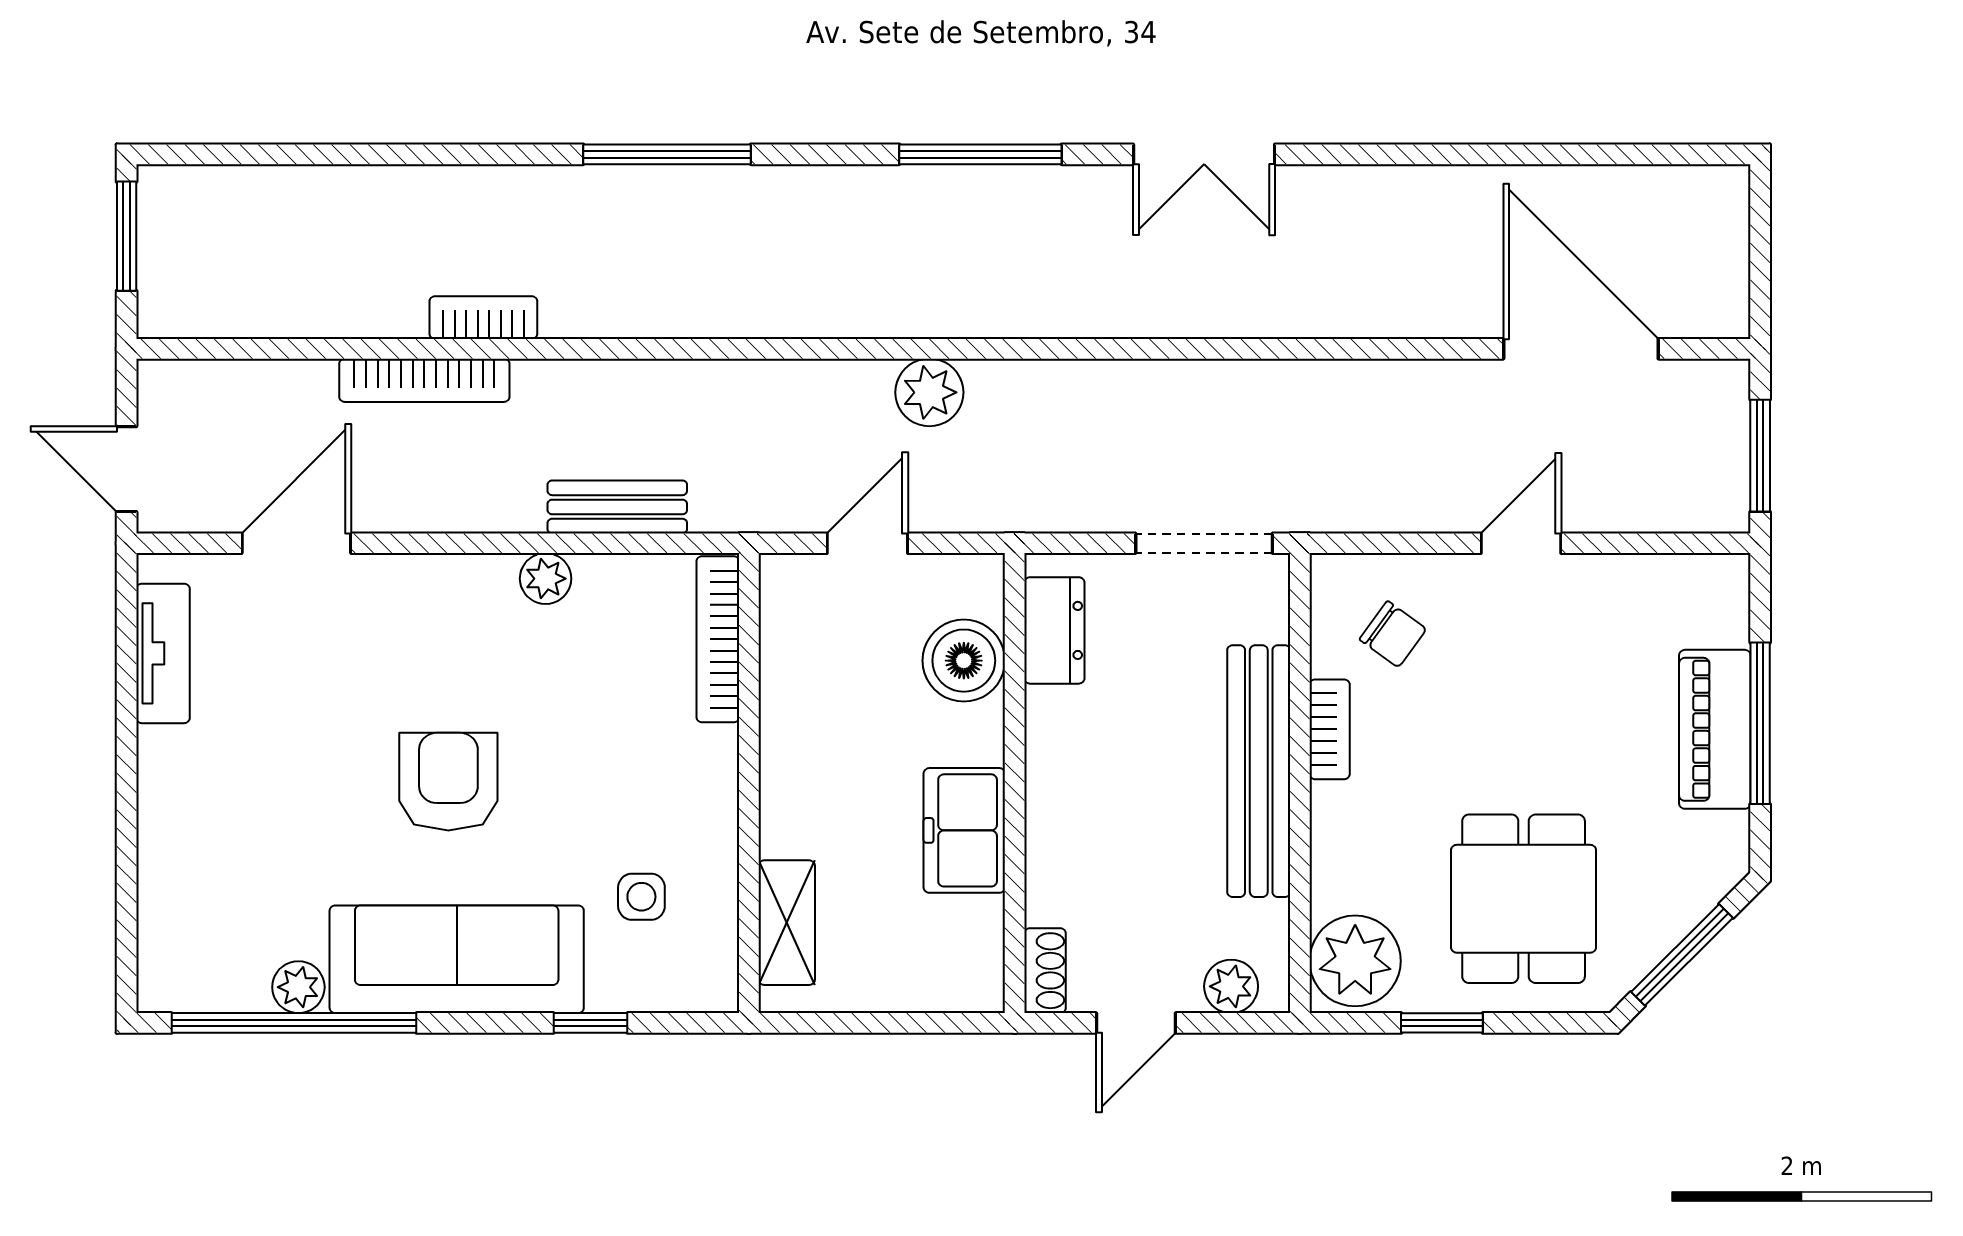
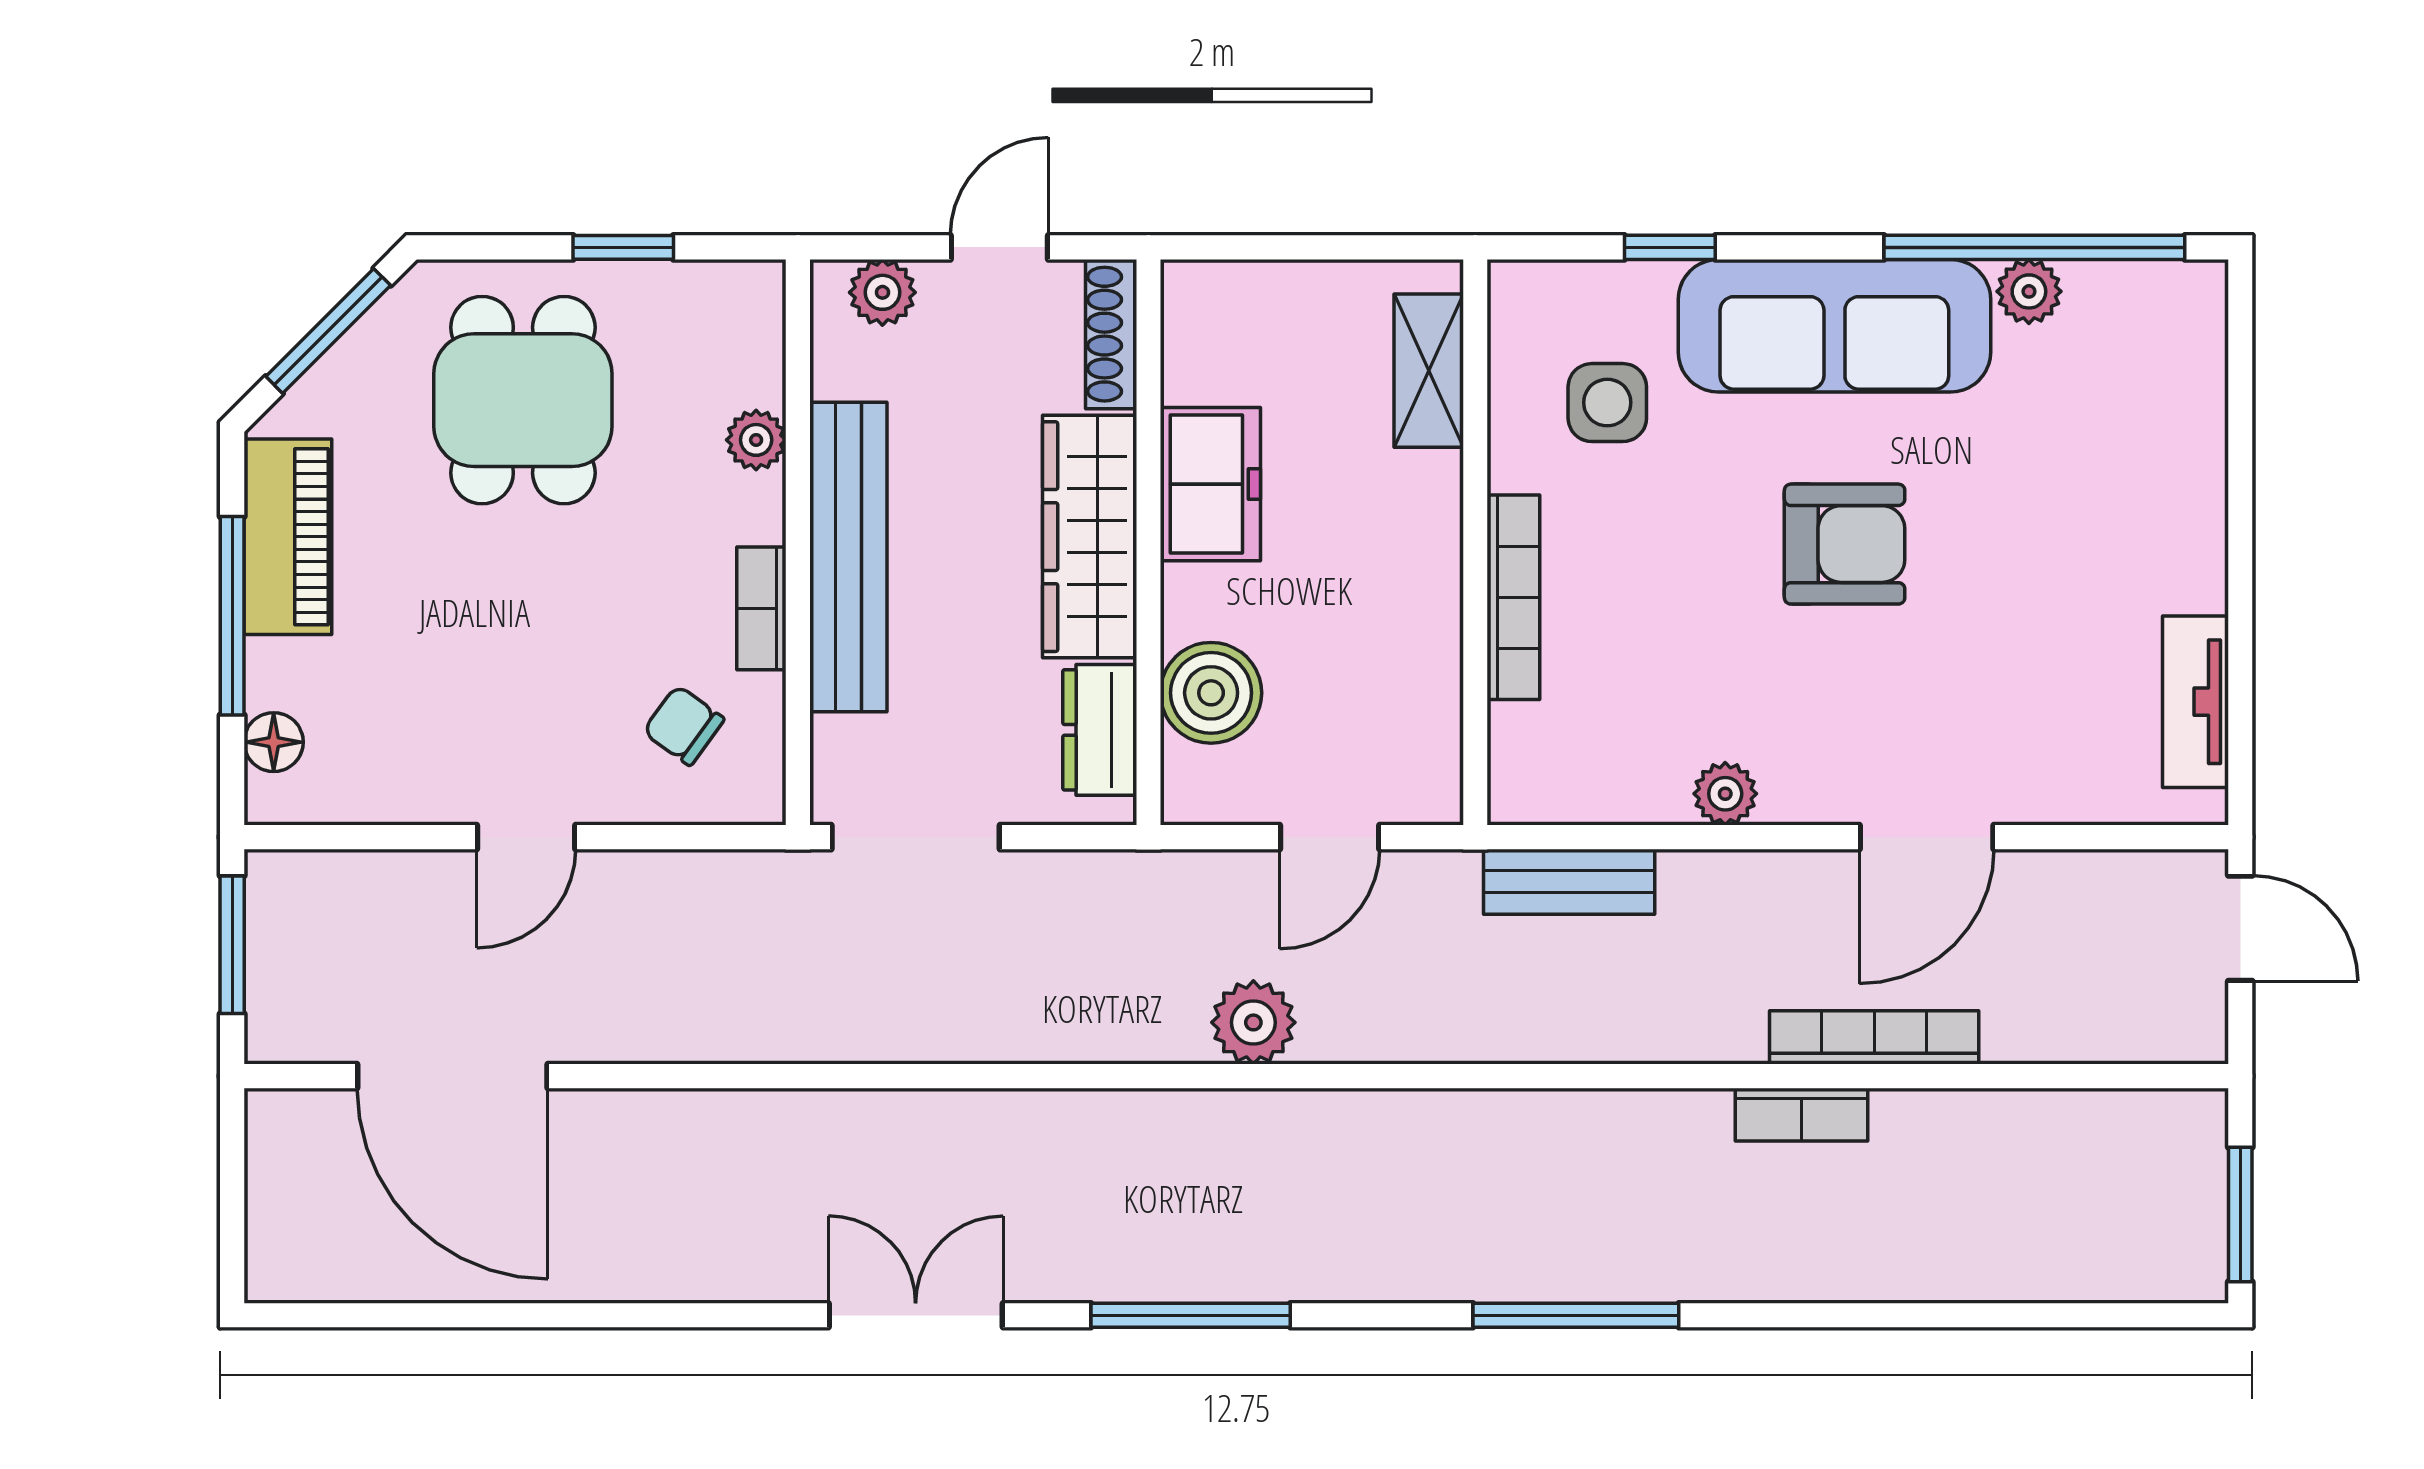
bench: (617, 507) -> (1569, 882), moved
door: (296, 543) -> (1927, 837), moved
floor lamp: (1726, 621) -> (274, 742), added
bookcase: (718, 639) -> (1513, 597), moved
piano: (1715, 729) -> (288, 537), moved
armchair: (448, 782) -> (1845, 544), turned -90
wardrobe: (1063, 788) -> (1090, 537), added
side table: (641, 897) -> (1607, 403), width x1.37, depth x1.37
plant: (1355, 961) -> (756, 440), moved, width x0.53, depth x0.53
shoe rack: (1045, 971) -> (1111, 334), width x1.43

